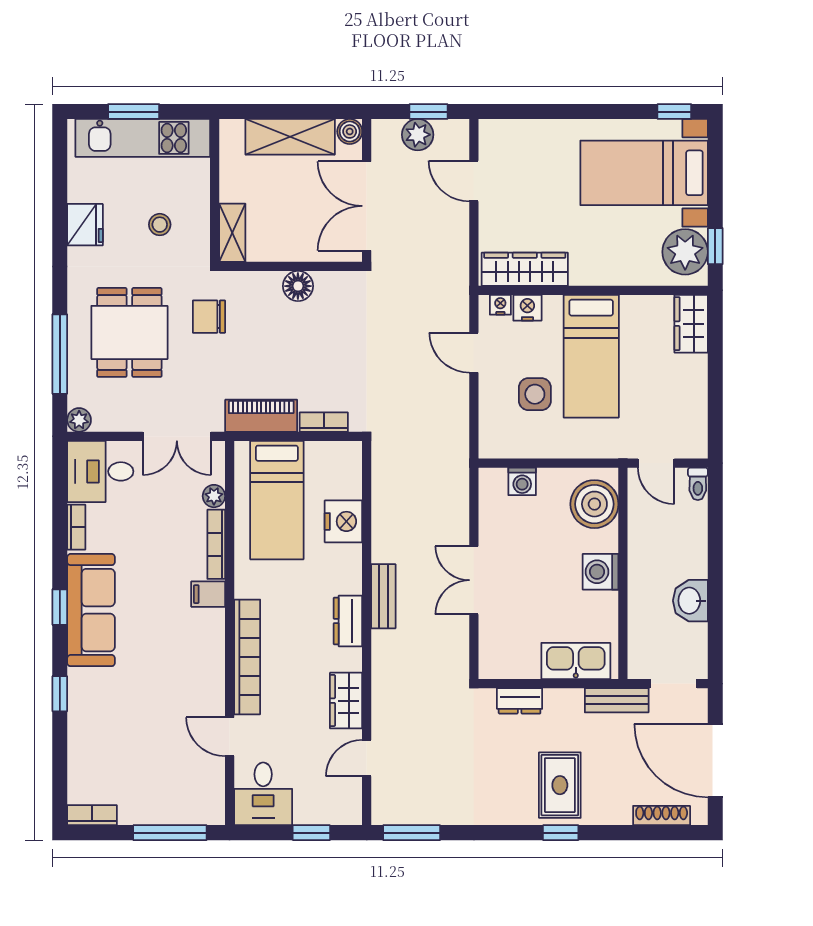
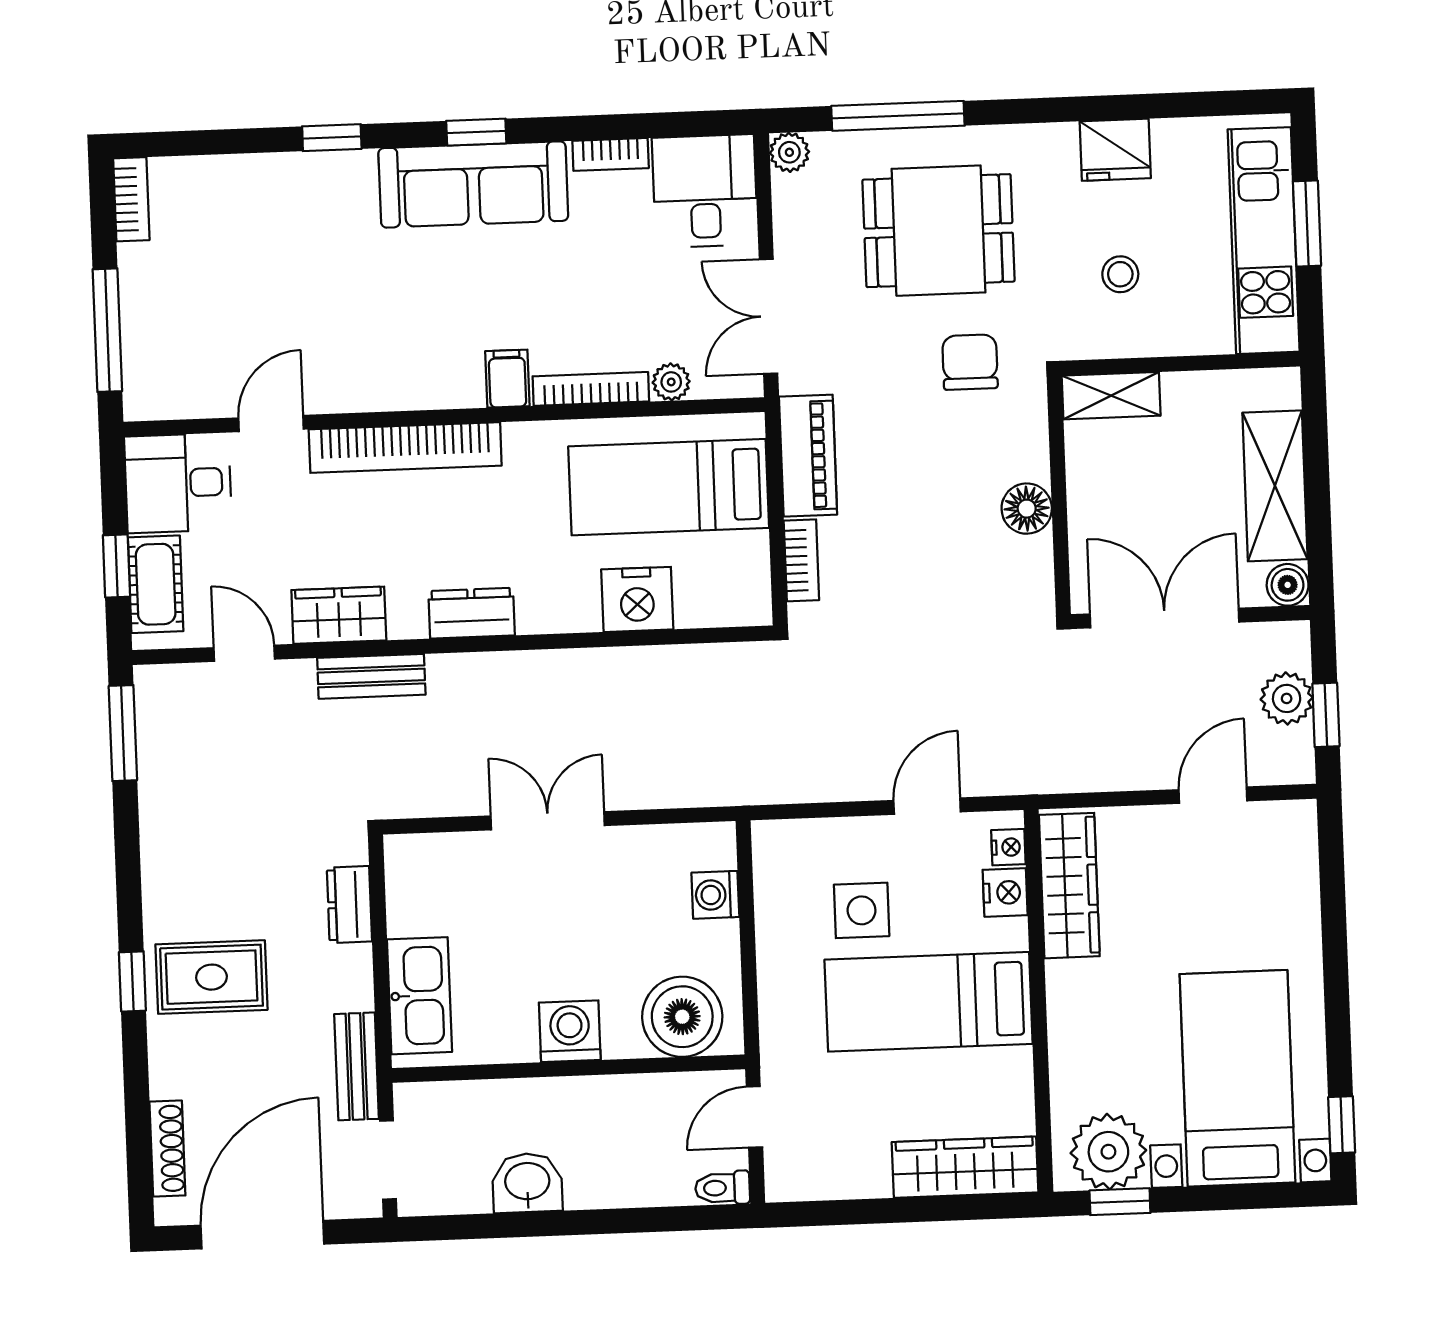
wardrobe: (691, 324) -> (965, 1167), width x1.50
bench: (383, 596) -> (371, 676), moved
cot: (323, 810) -> (156, 584), added

